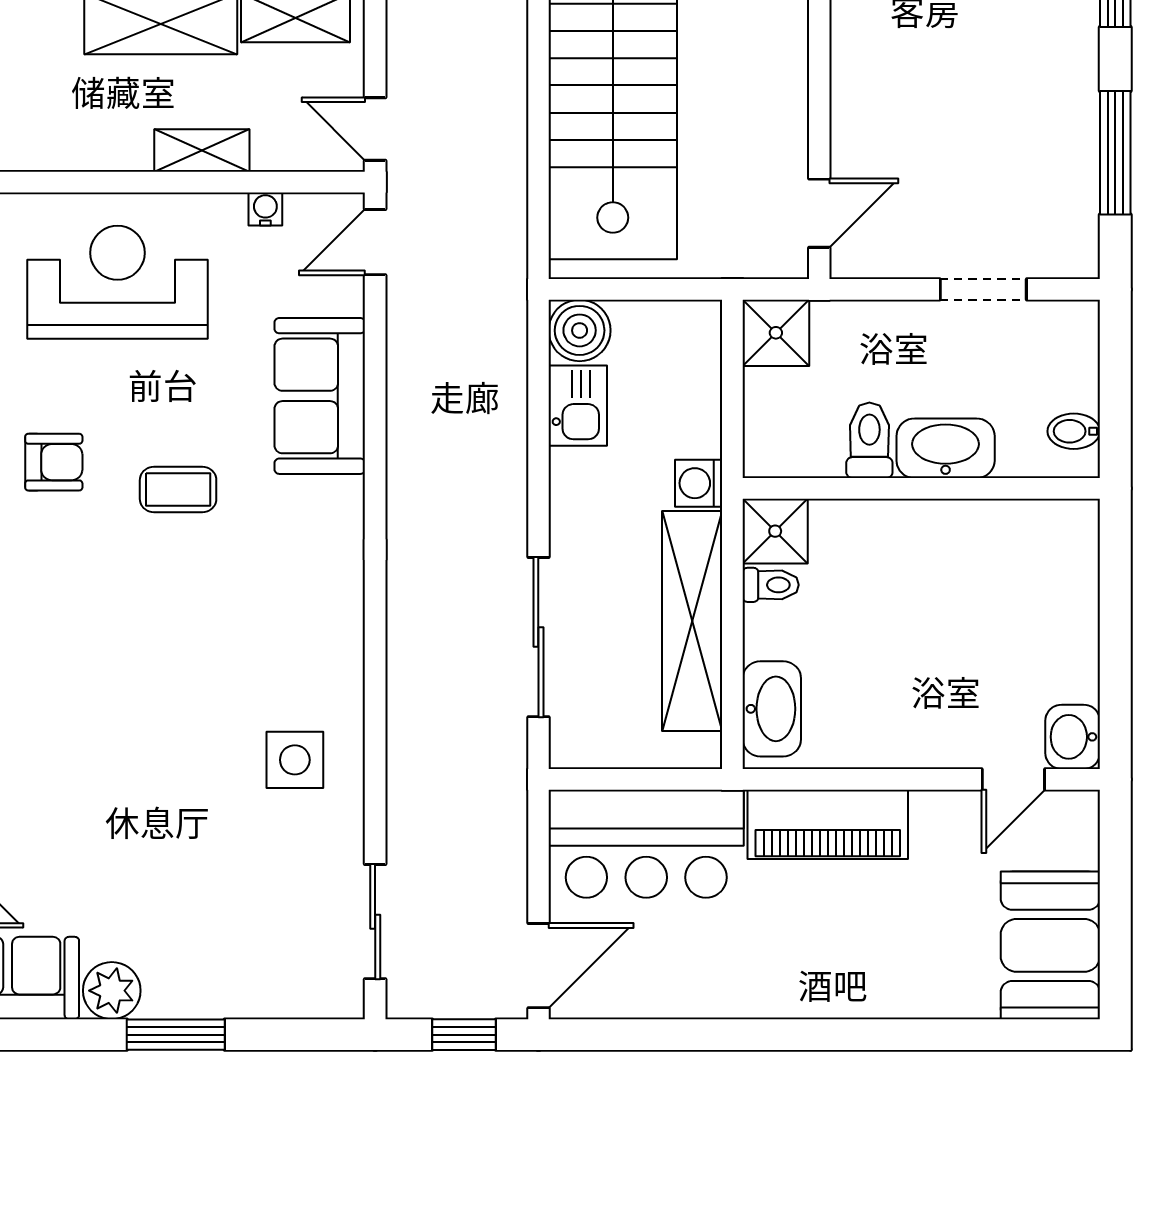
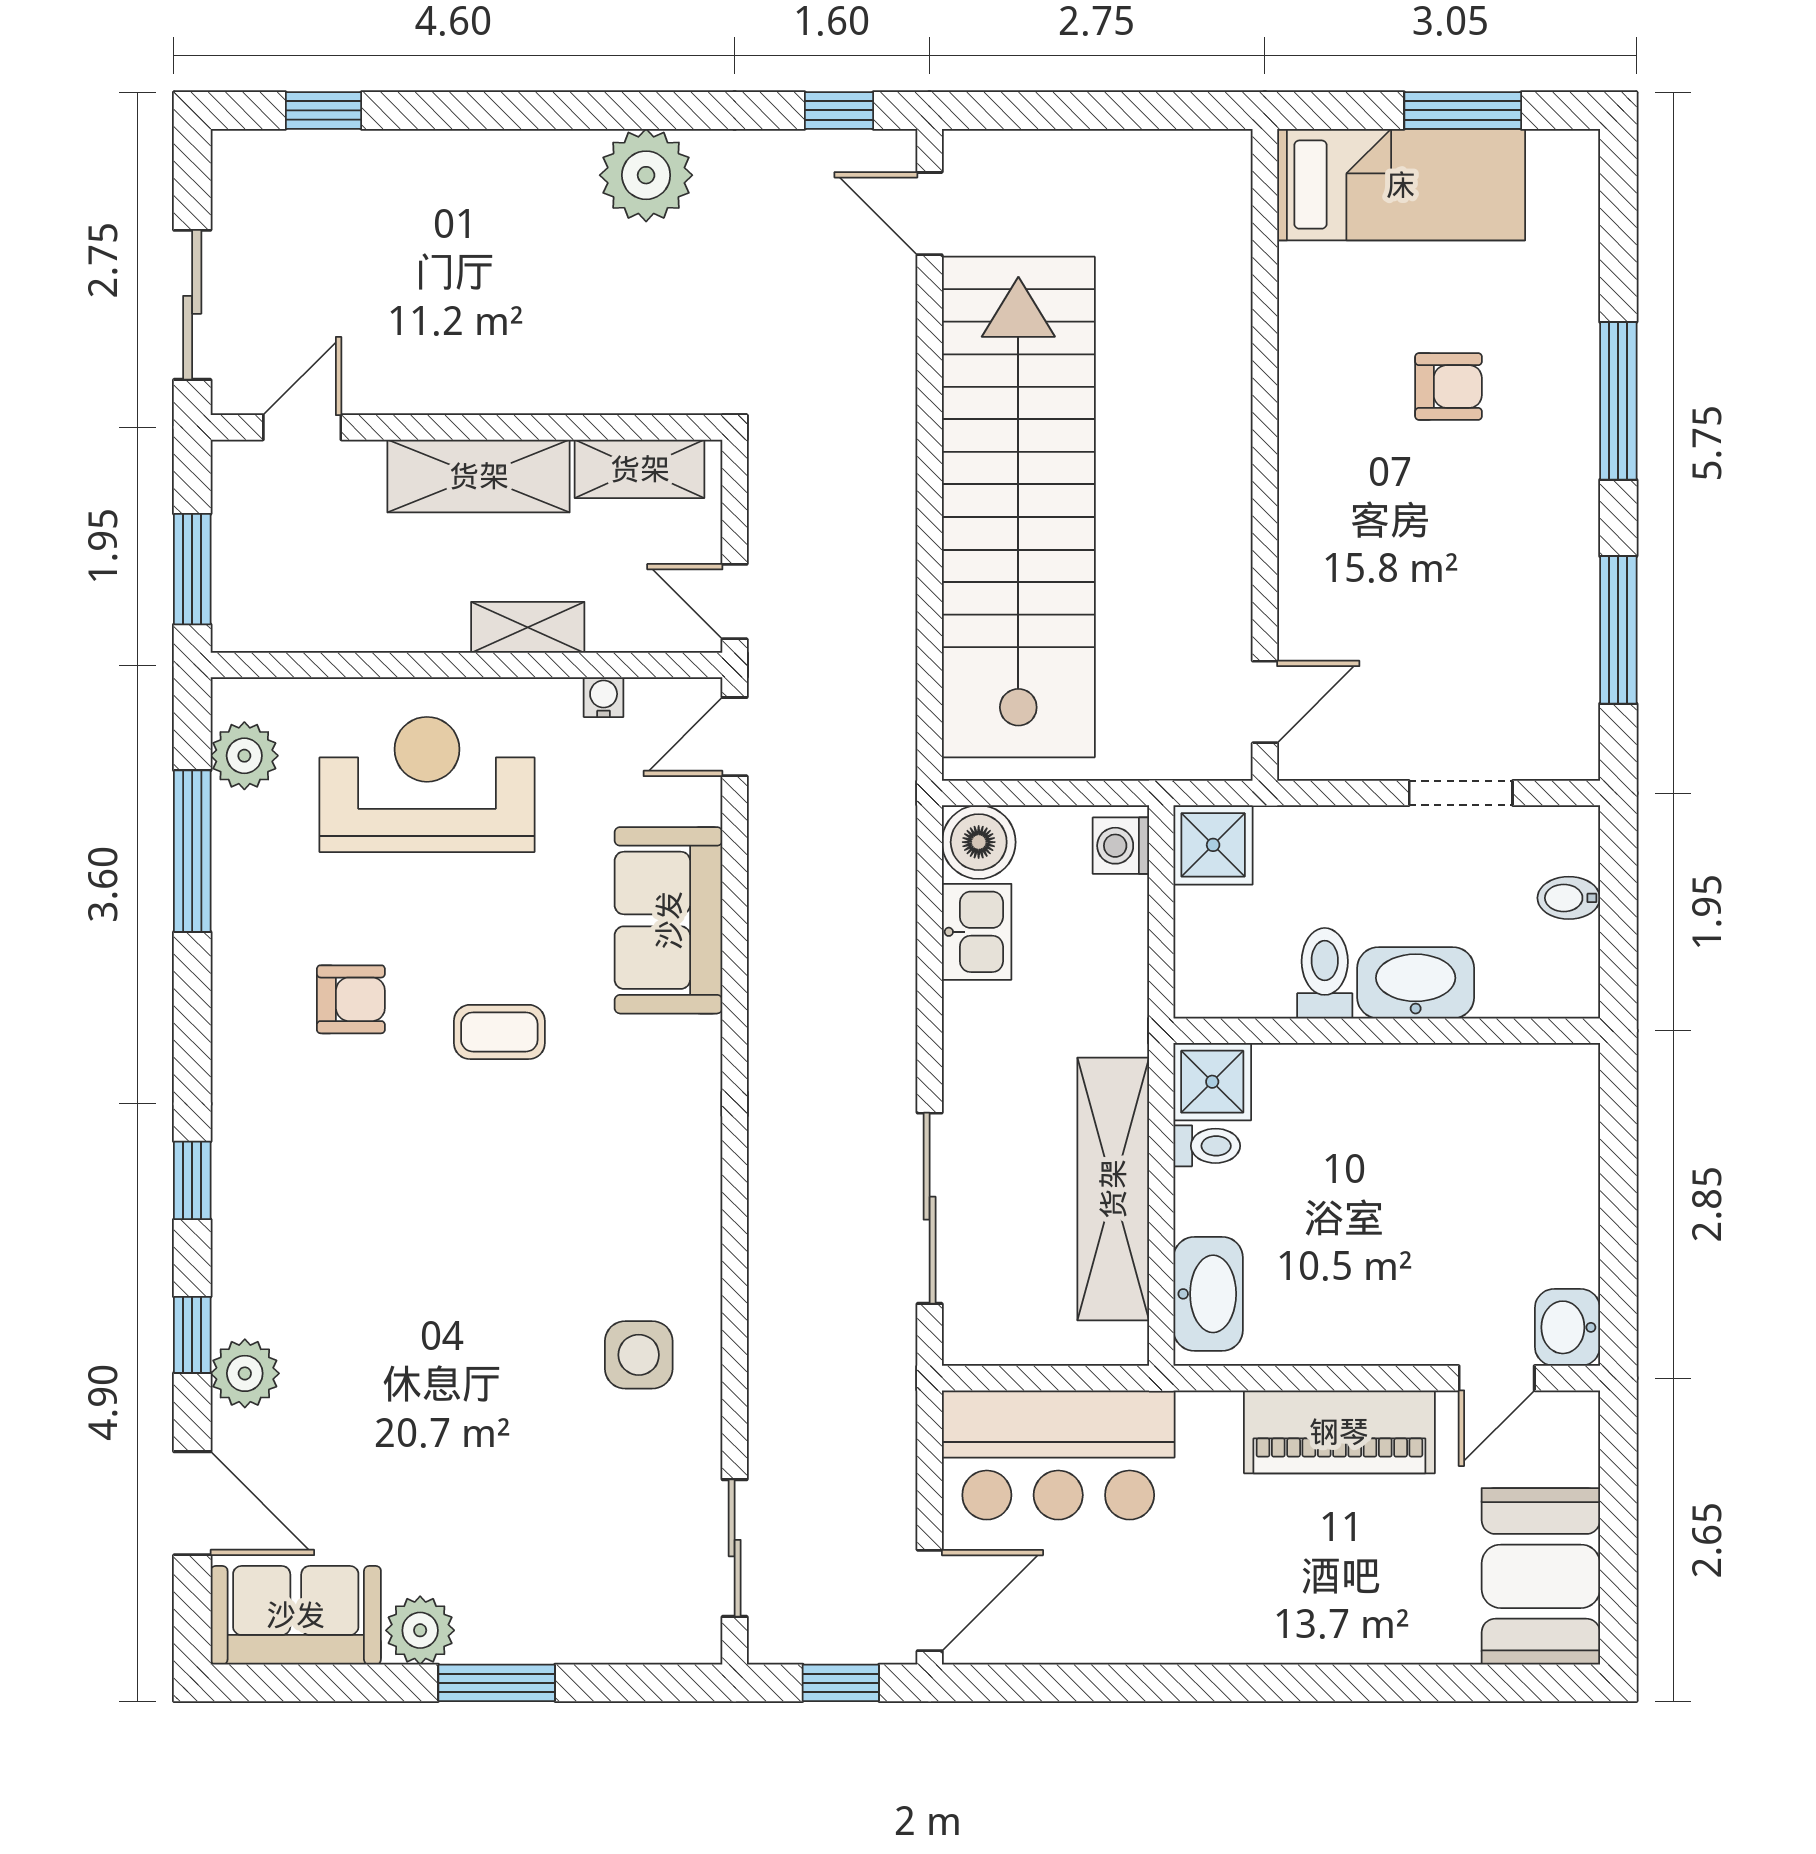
bidet: (1074, 431) -> (1569, 898), moved
washing machine: (699, 483) -> (1121, 846), moved
piano: (828, 824) -> (1339, 1432), moved

